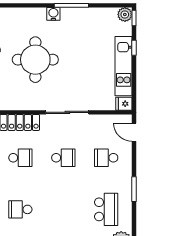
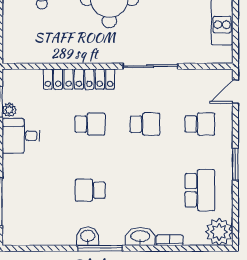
fridge: (124, 104) -> (223, 55), removed
door: (134, 132) -> (235, 92), hinge flipped
school desk: (106, 158) -> (200, 124), turned 180

